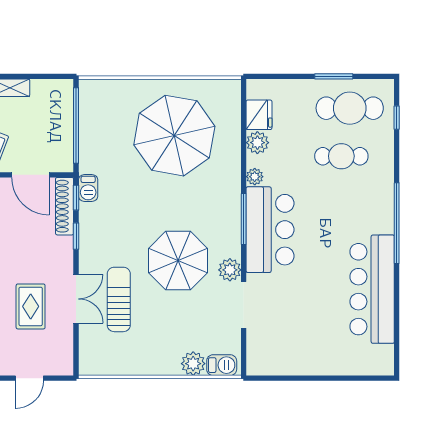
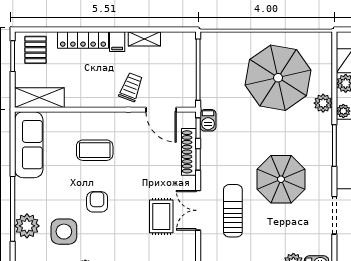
shoe rack: (65, 206) -> (189, 152), moved
plant: (230, 270) -> (323, 103), moved
double door: (76, 299) -> (198, 210), swing flipped

